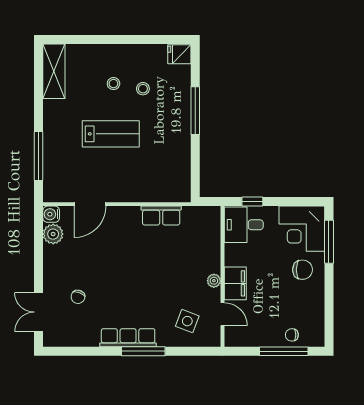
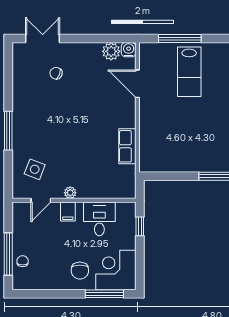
lab bench: (111, 134) -> (189, 72), moved
desk: (244, 225) -> (99, 219), moved
filing cabinet: (235, 283) -> (68, 211), width x0.50
row of seats: (128, 338) -> (20, 117), removed

